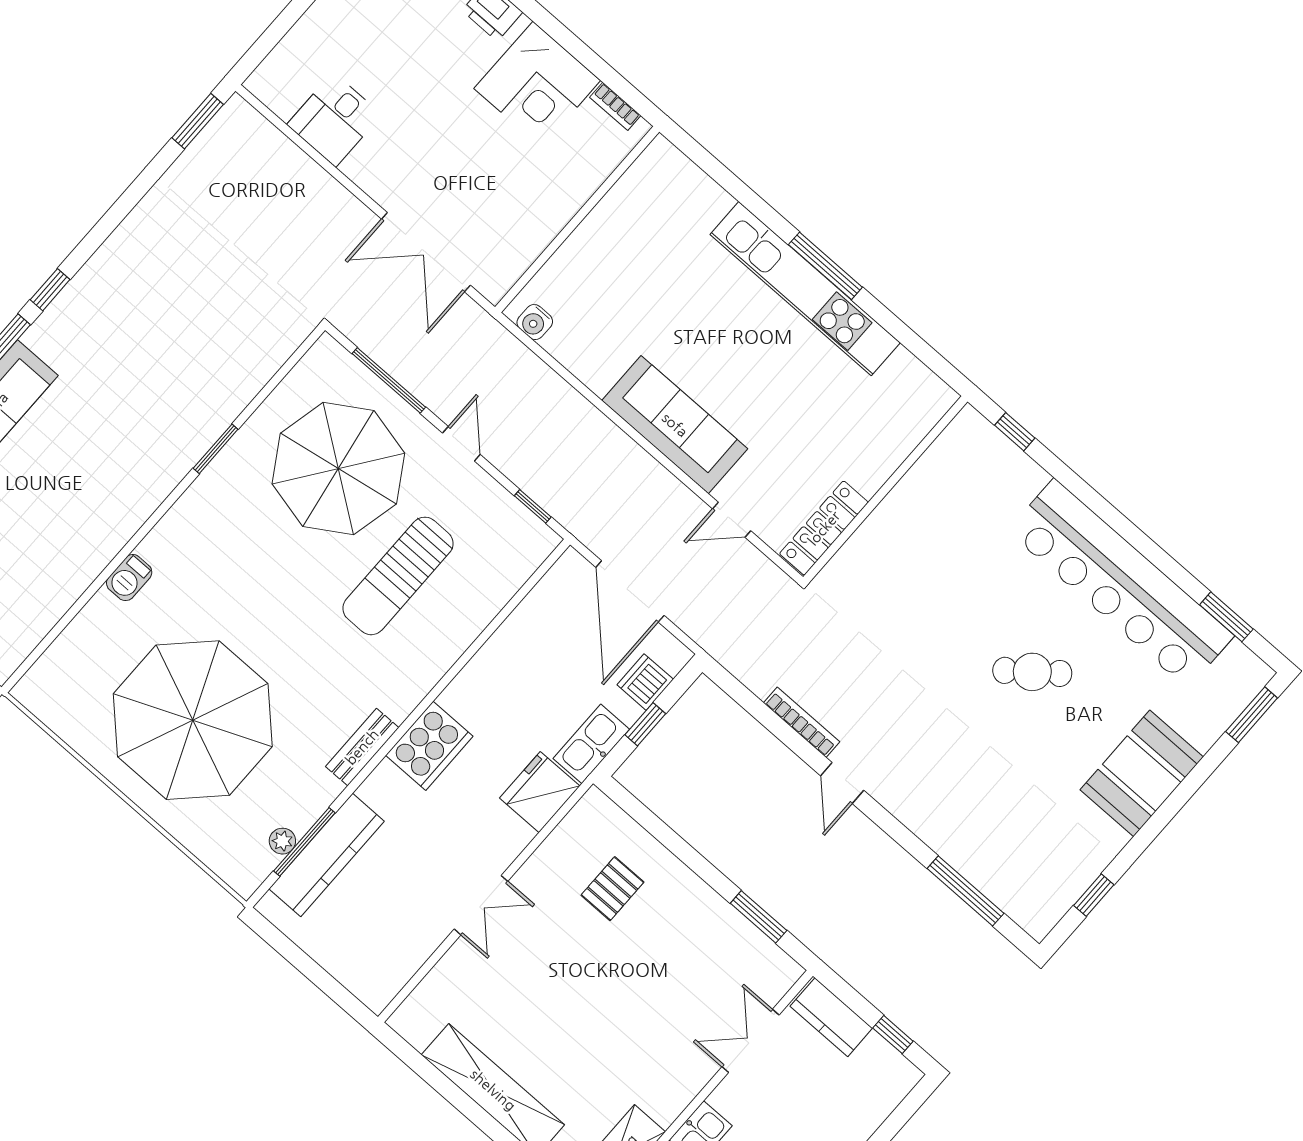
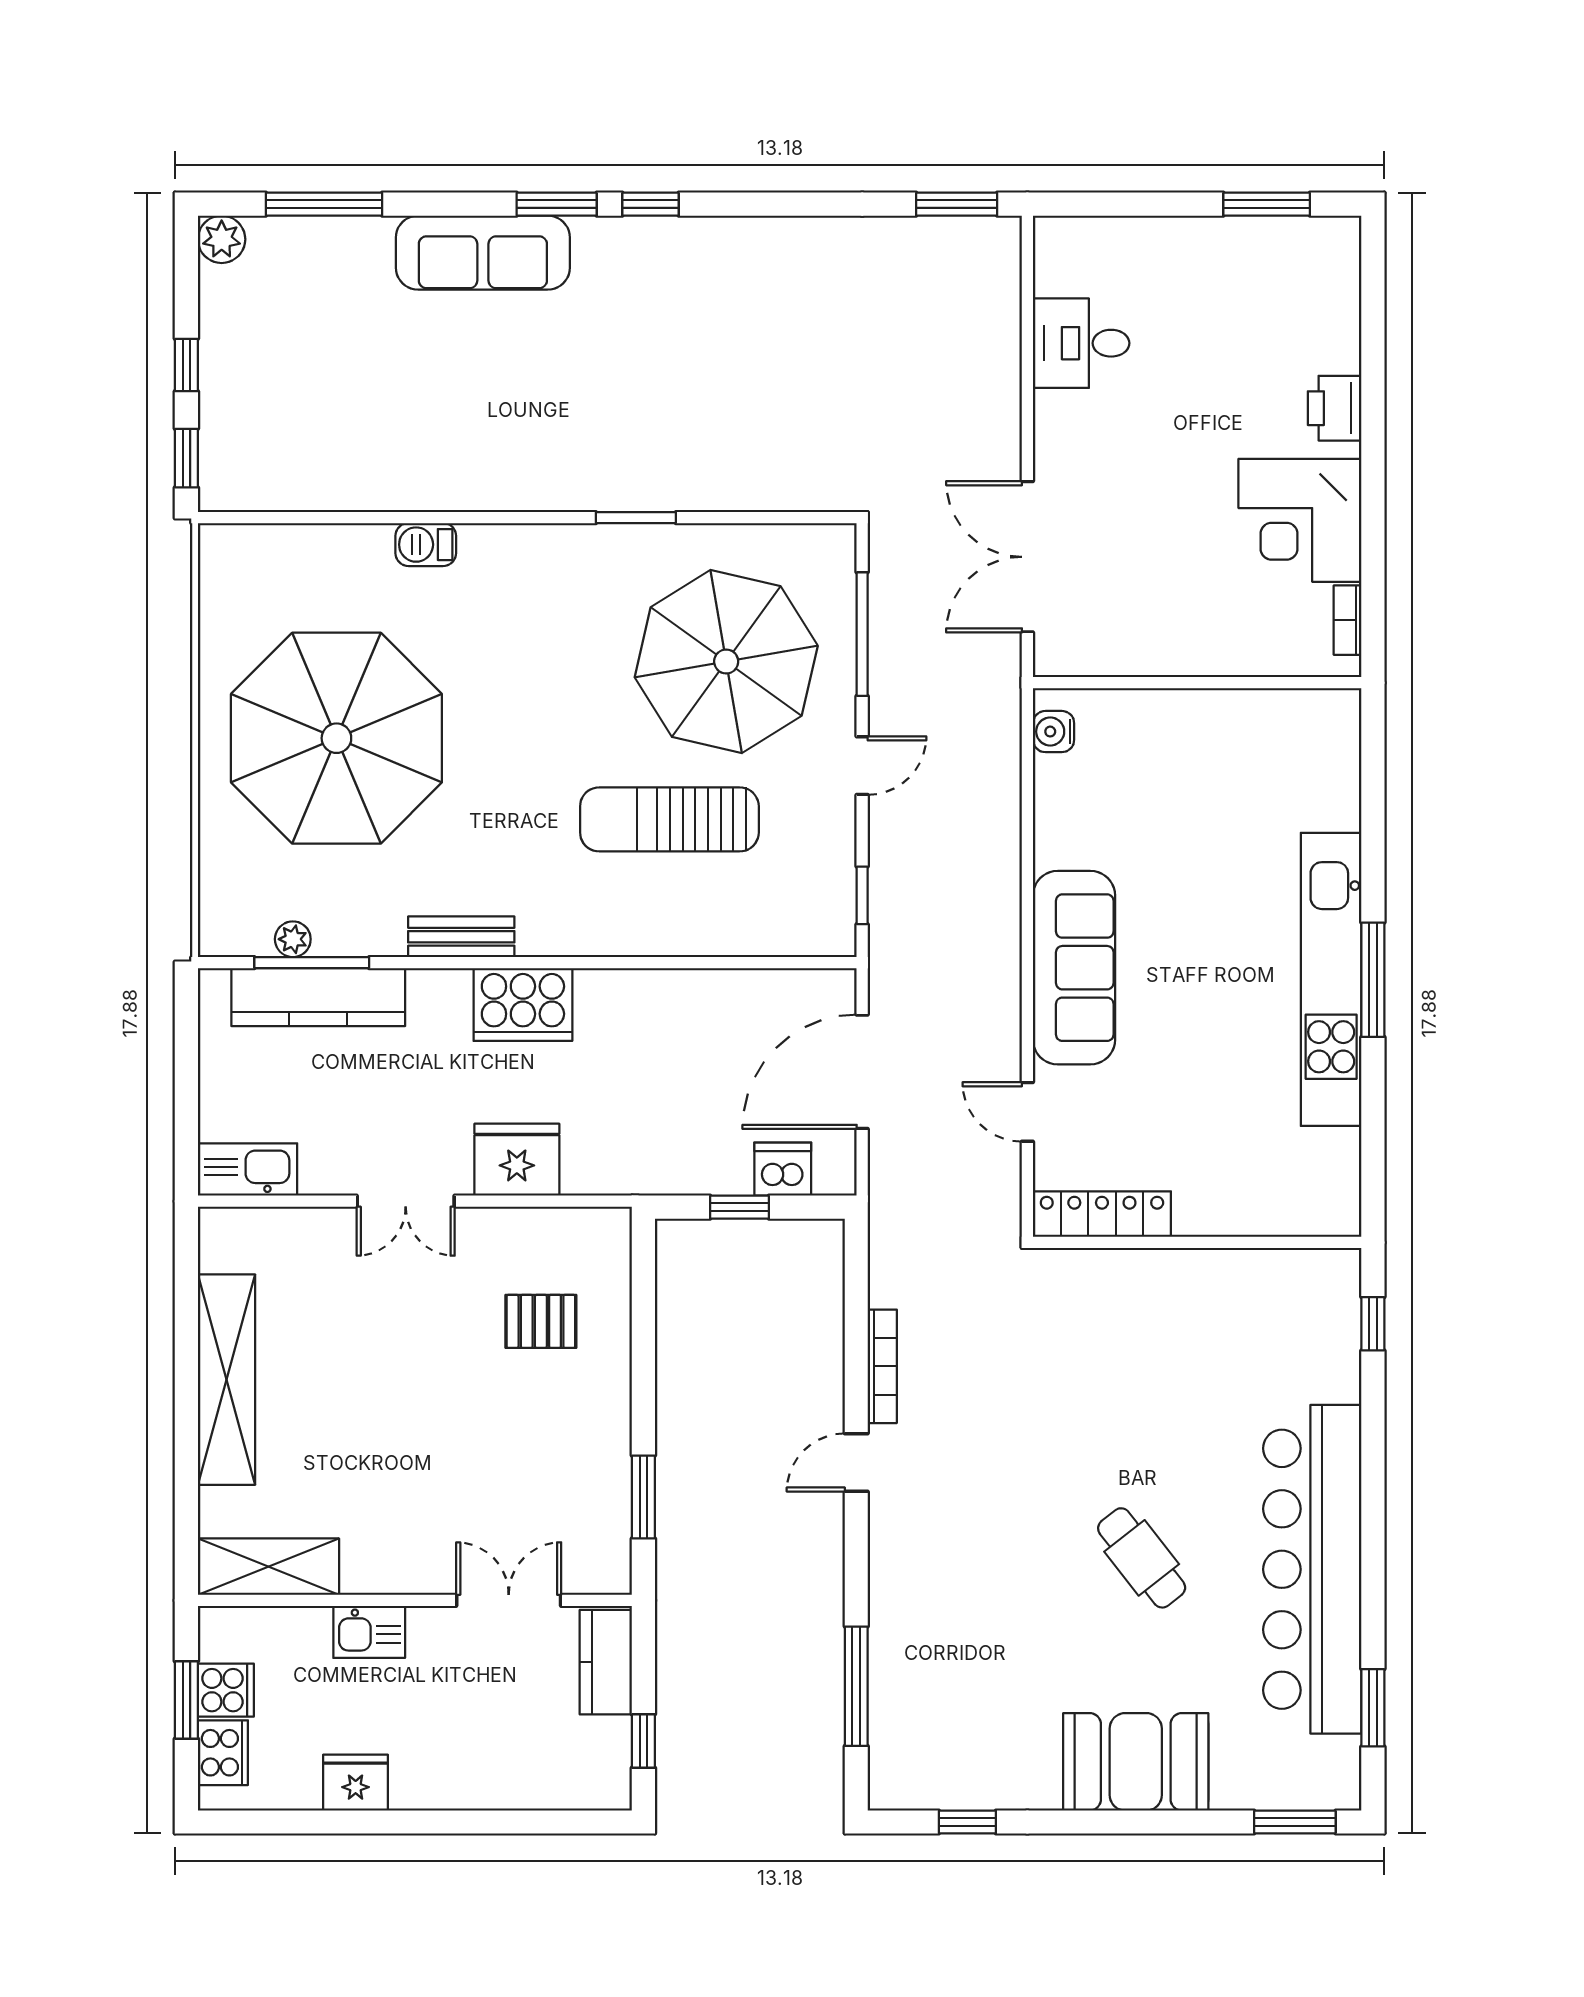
kitchen sink: (591, 744) -> (248, 1169), moved
fridge: (540, 792) -> (517, 1160), moved

